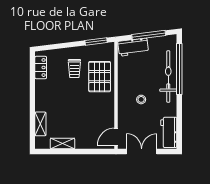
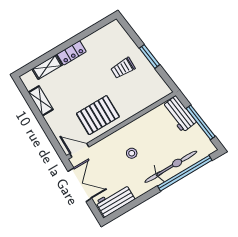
window: (96, 41) -> (150, 56), moved
locker: (41, 68) -> (72, 53), moved
pallet: (100, 77) -> (98, 115), moved

